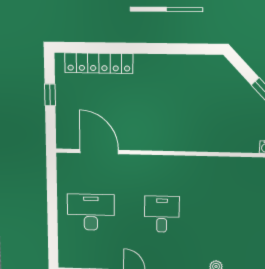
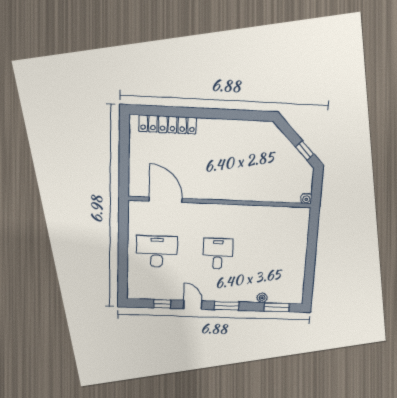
window: (50, 95) -> (124, 150), removed

